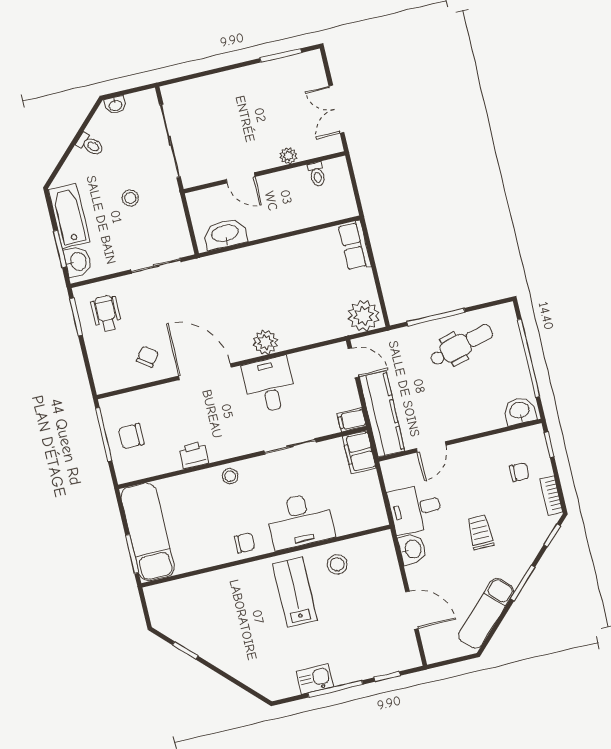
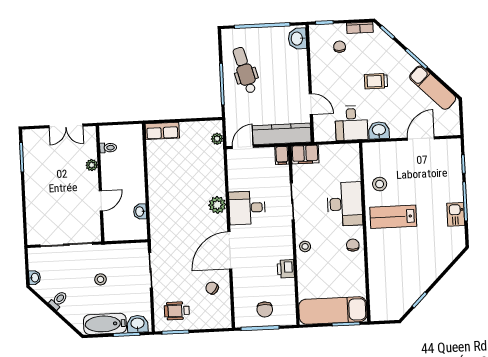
washbasin: (225, 234) -> (140, 212), width x0.52, depth x0.69
plant: (363, 316) -> (217, 139), width x0.53, depth x0.53

